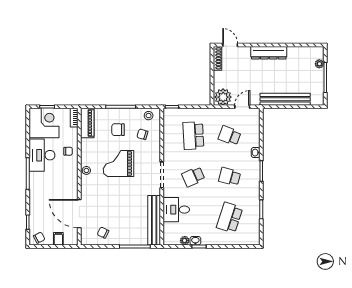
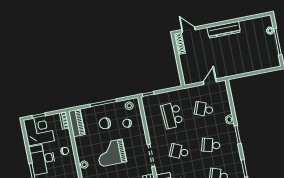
plant: (223, 97) -> (191, 76), removed
bench: (285, 99) -> (246, 68), removed
school desk: (193, 177) -> (179, 151), turned 48

